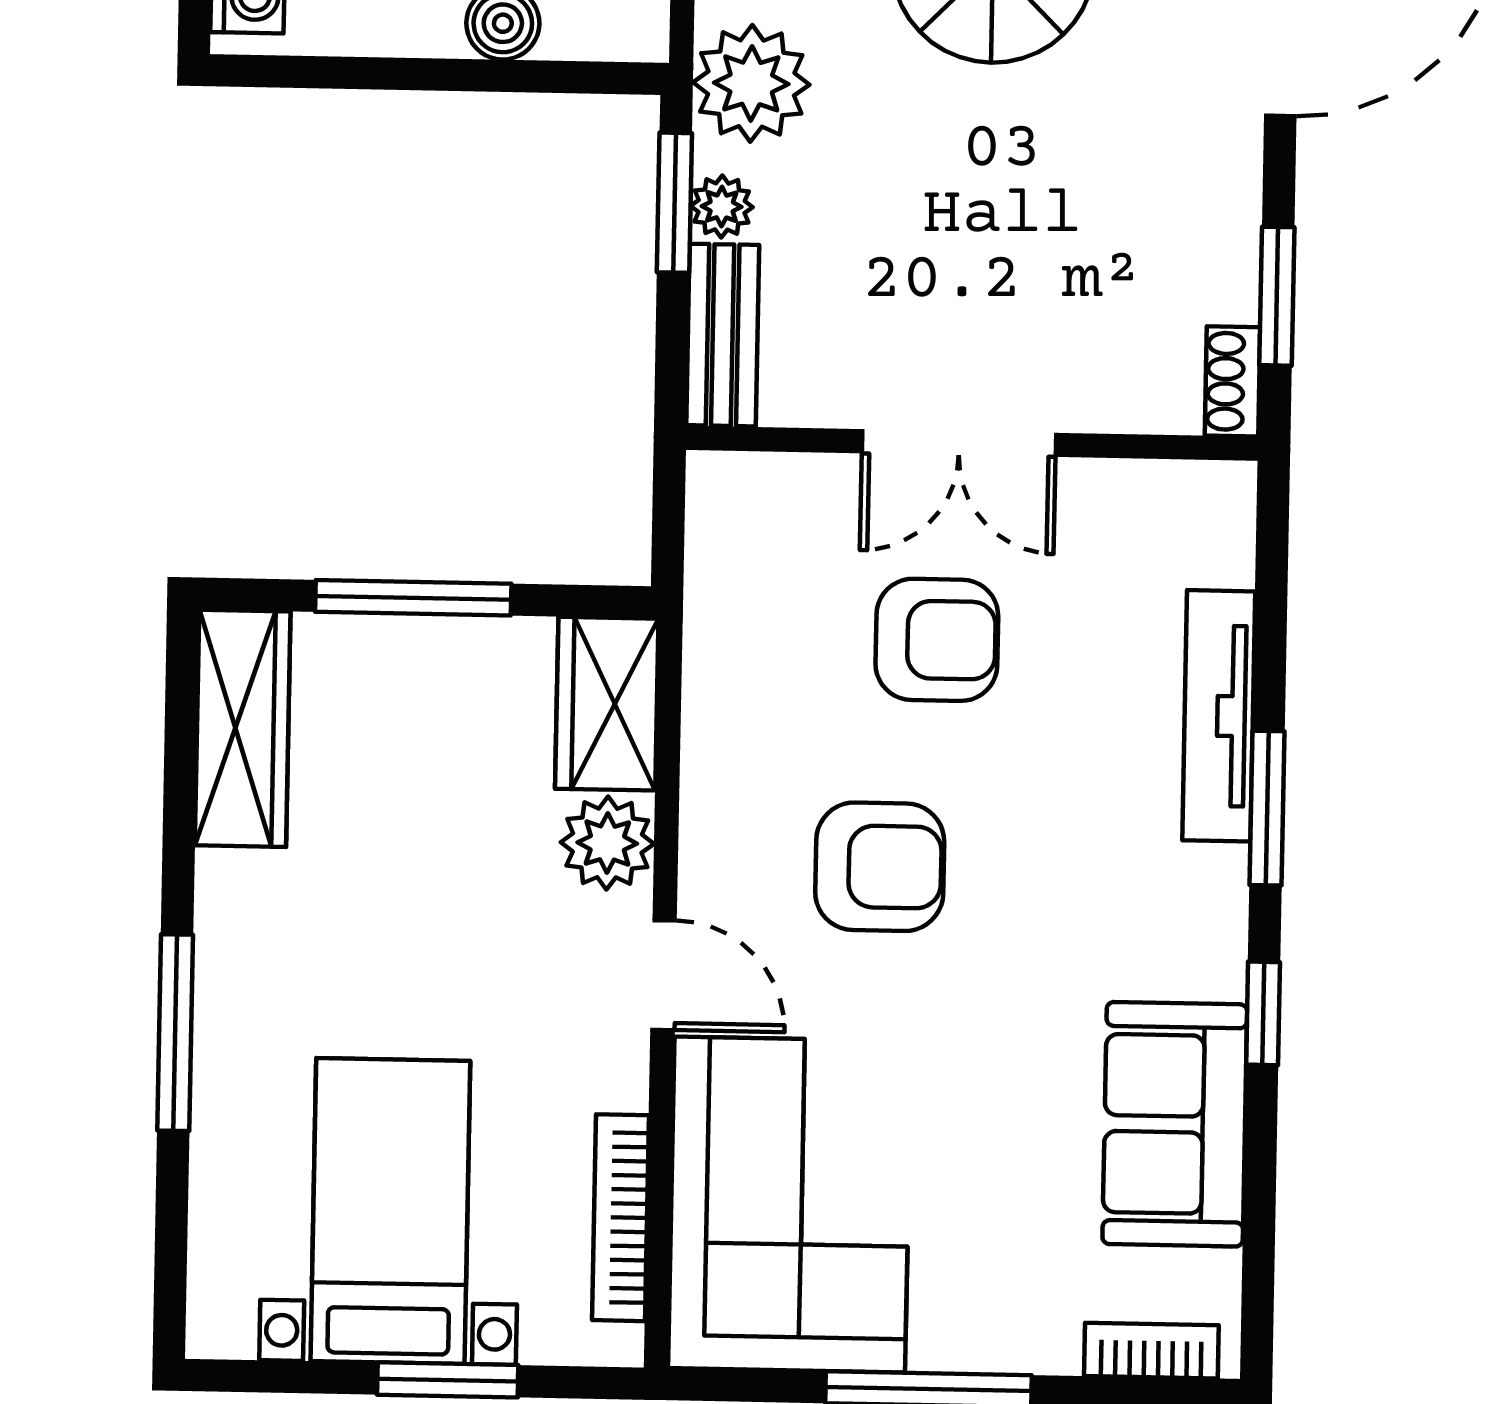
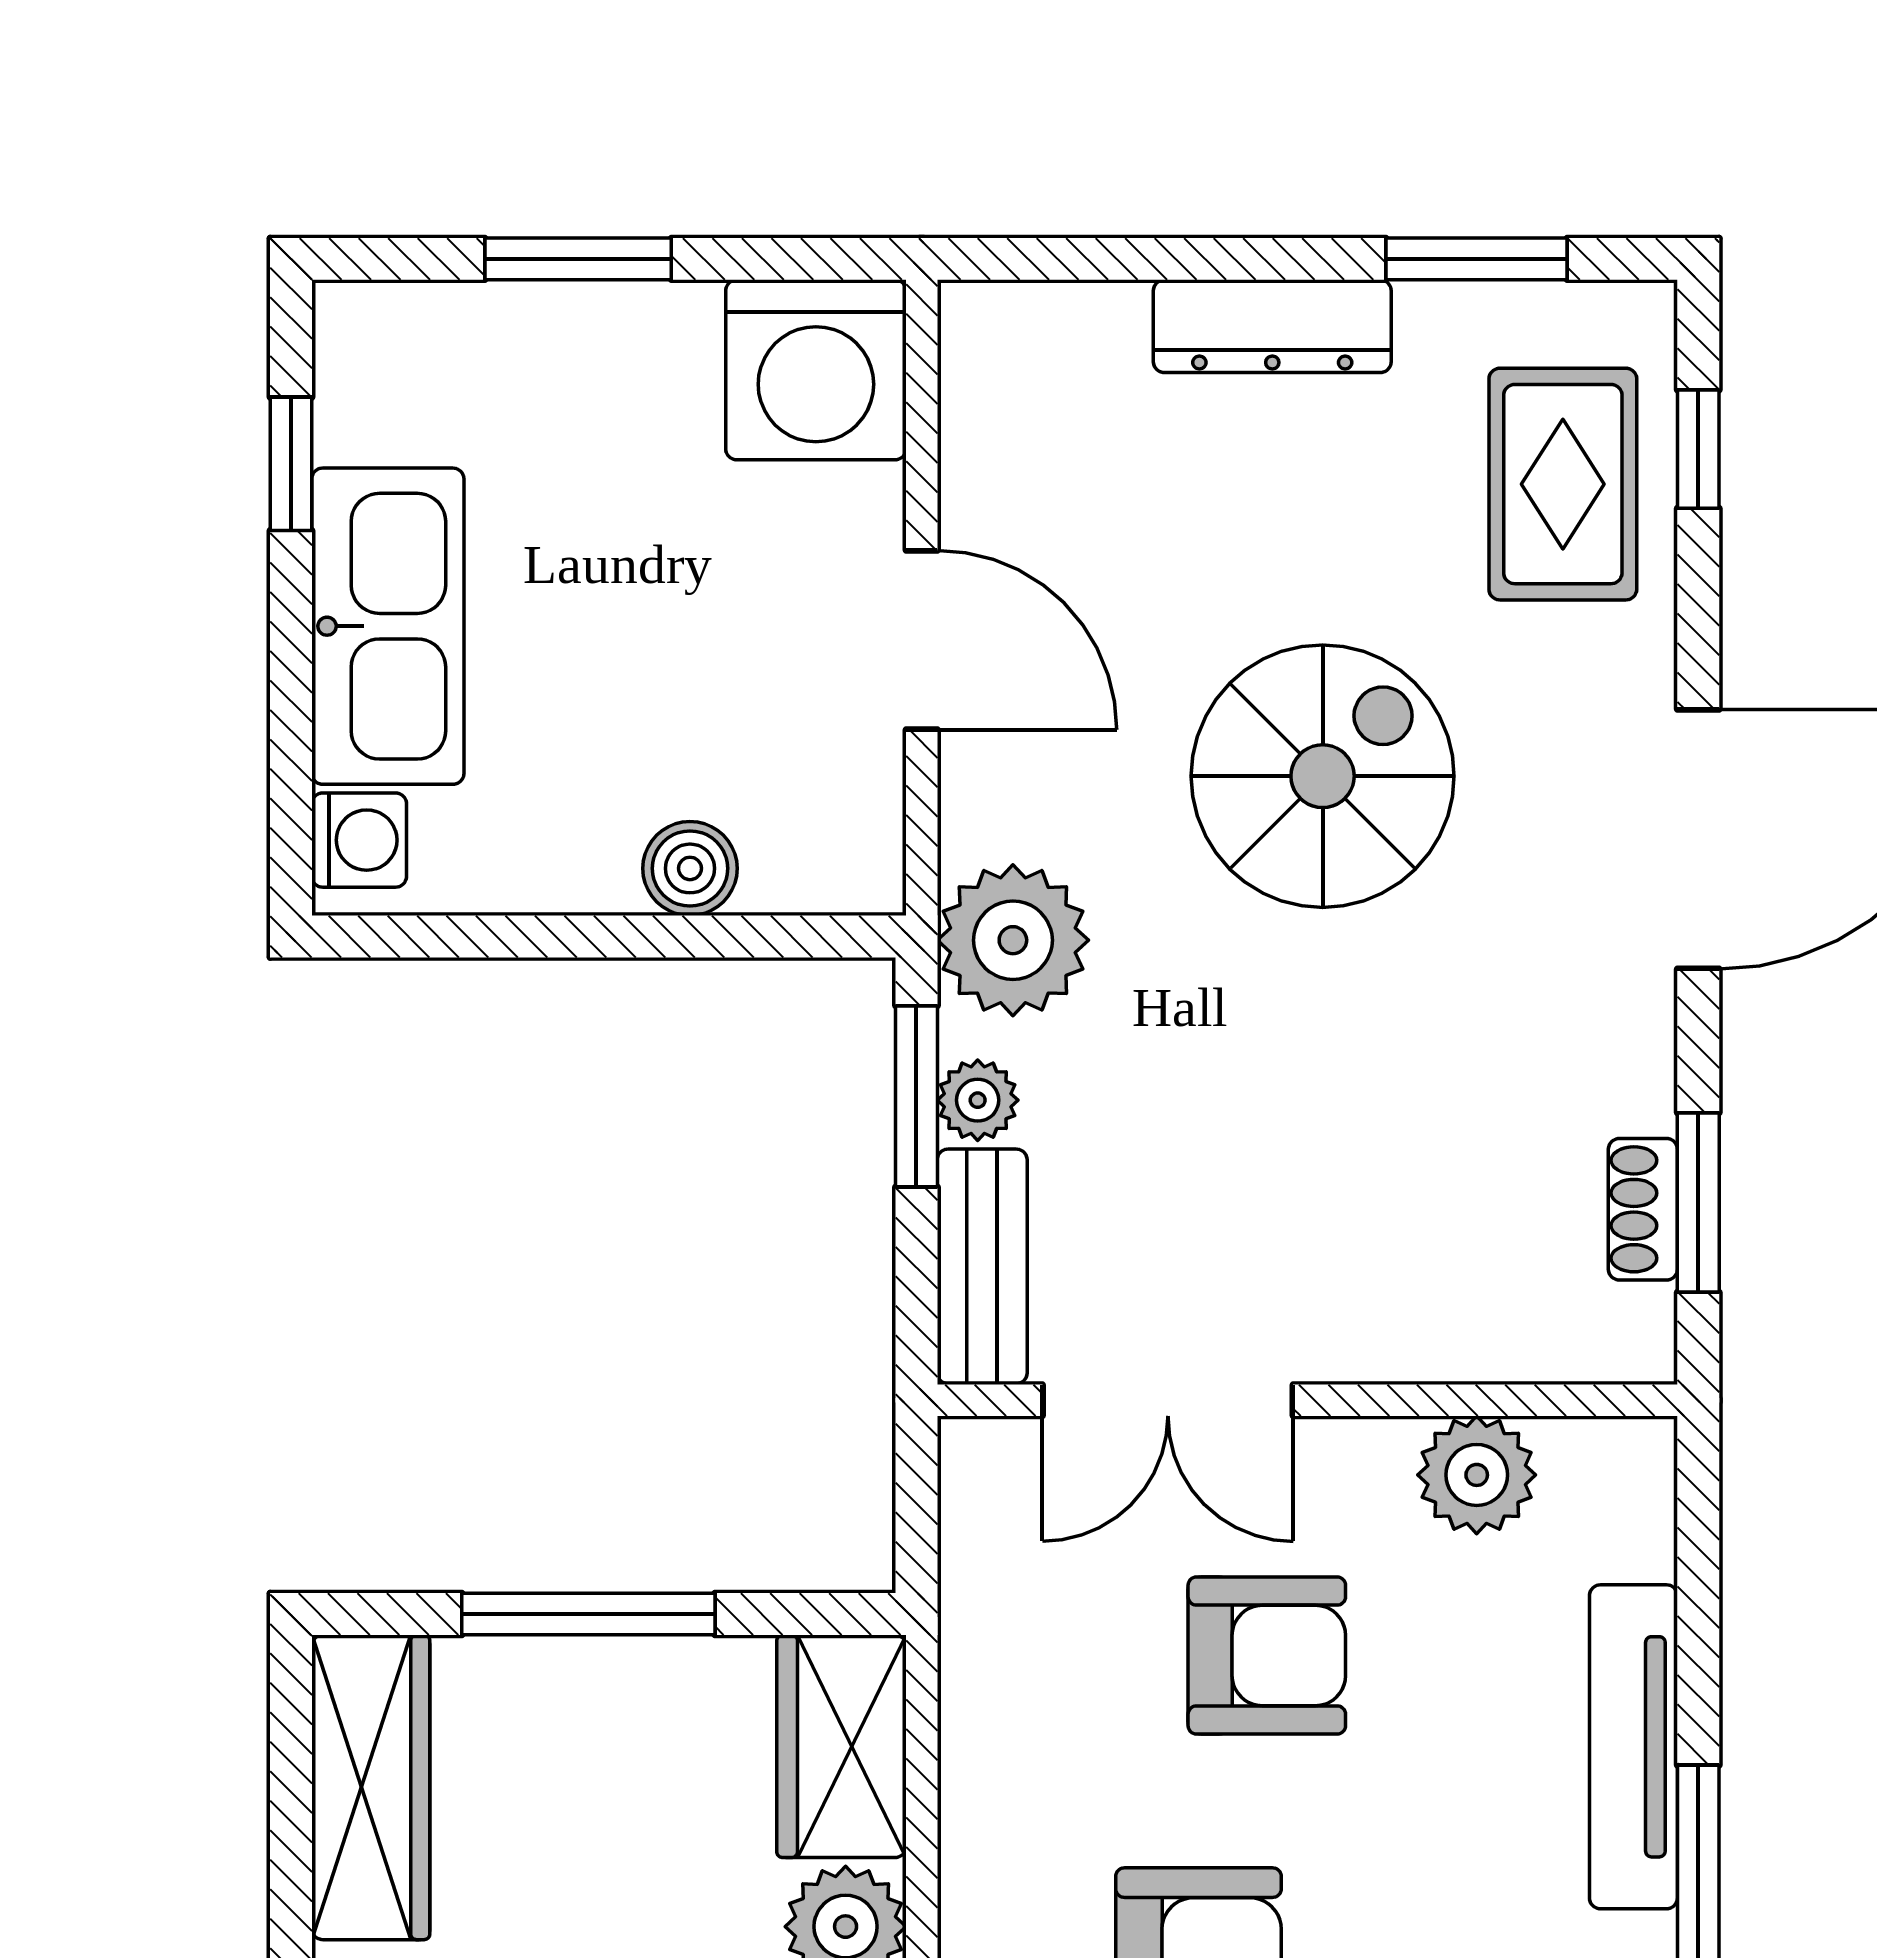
shoe rack: (1233, 381) -> (1643, 1209), moved
double door: (959, 443) -> (1168, 1400), moved
plant: (1102, 503) -> (1477, 1475), added

